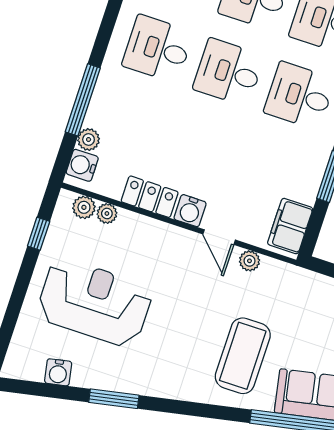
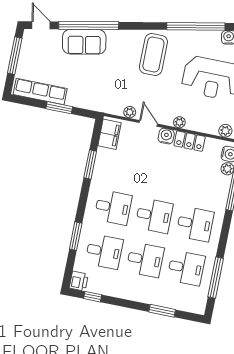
plant: (107, 213) -> (179, 122), moved
coffee table: (243, 356) -> (153, 54), moved
window: (114, 399) -> (196, 26), width x2.11

